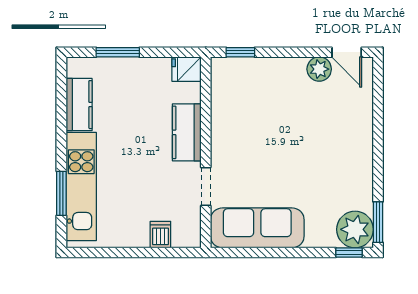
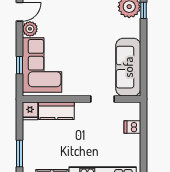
window: (240, 52) -> (20, 65), moved
corner sofa: (261, 89) -> (42, 65), added
kitchen counter: (187, 132) -> (56, 111), moved

